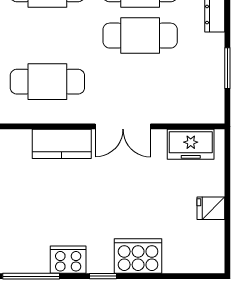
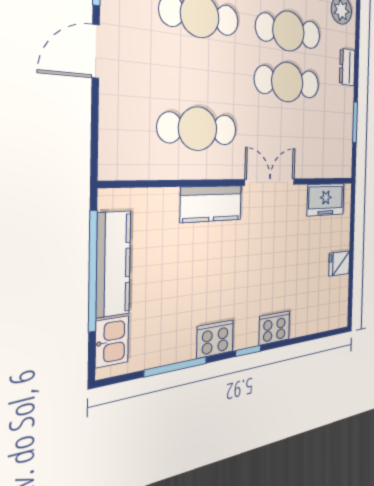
double door: (123, 126) -> (270, 182), swing flipped
cooker: (138, 256) -> (274, 328), width x0.73, depth x0.76

